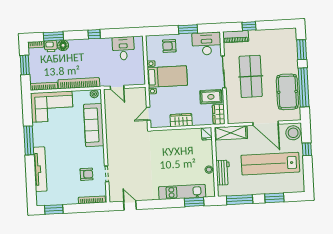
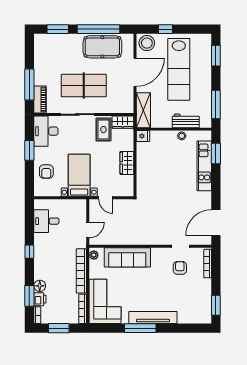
window: (249, 26) -> (29, 85), width x2.17
door: (148, 114) -> (106, 198), moved
tv unit: (40, 169) -> (153, 318), moved
window: (274, 198) -> (216, 56), moved
door: (130, 205) -> (216, 223), width x1.88

